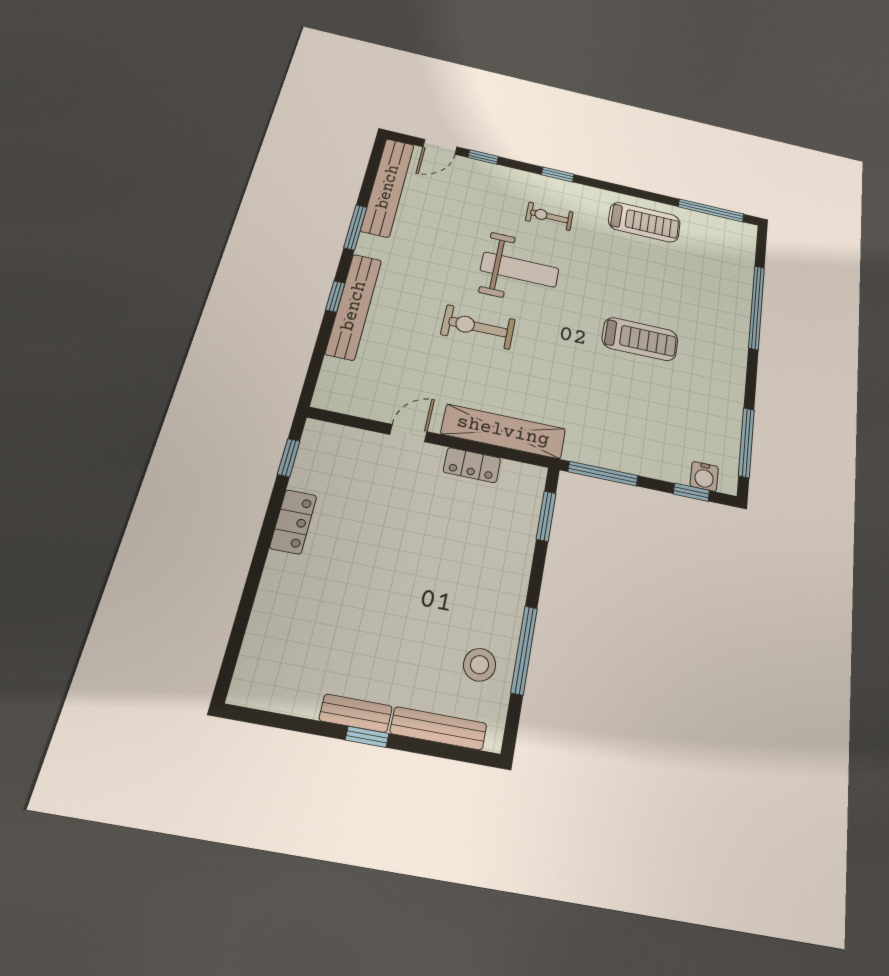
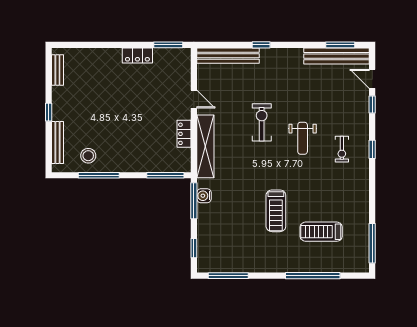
exercise bike: (549, 216) -> (342, 149), turned 180
treadmill: (644, 222) -> (321, 232), moved, turned 90
window: (355, 227) -> (340, 45), moved
weight bench: (520, 270) -> (303, 138), width x0.73, depth x0.75
bench: (354, 306) -> (228, 56), moved
window: (289, 458) -> (168, 45), width x1.50
water cooler: (704, 476) -> (204, 196), moved
window: (546, 516) -> (165, 175), width x1.44
bench: (356, 713) -> (57, 70), moved

